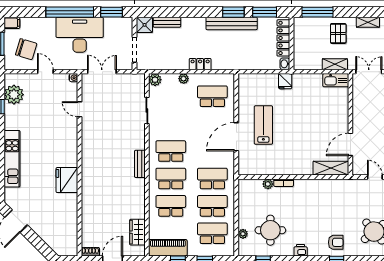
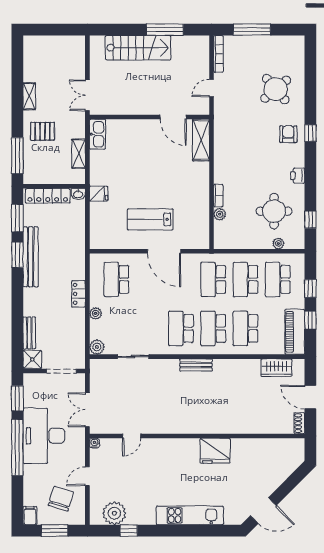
shelving: (335, 64) -> (79, 154), moved

